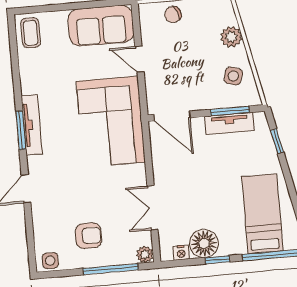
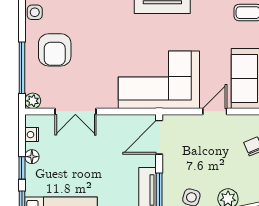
double door: (152, 208) -> (75, 112), swing flipped
armchair: (88, 236) -> (55, 50), width x1.38, depth x1.38
floor lamp: (204, 243) -> (32, 157), width x0.53, depth x0.53

